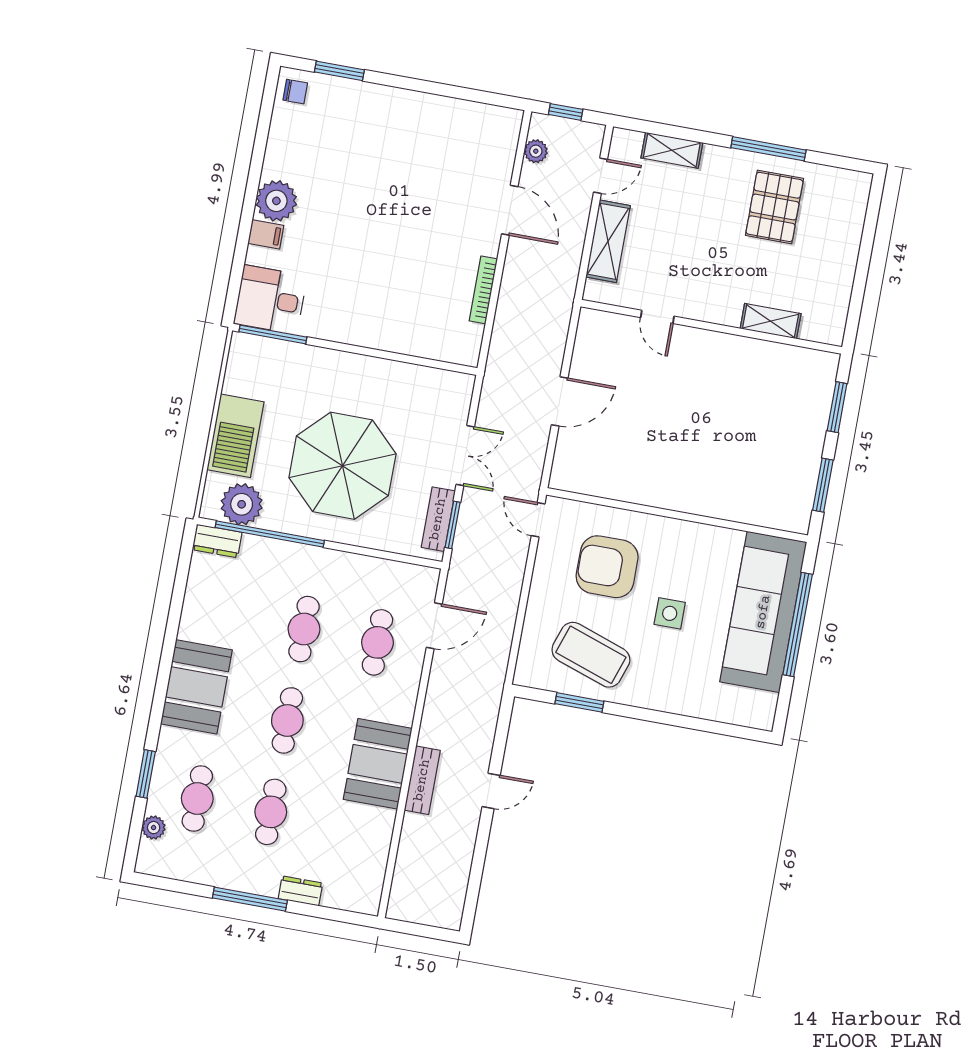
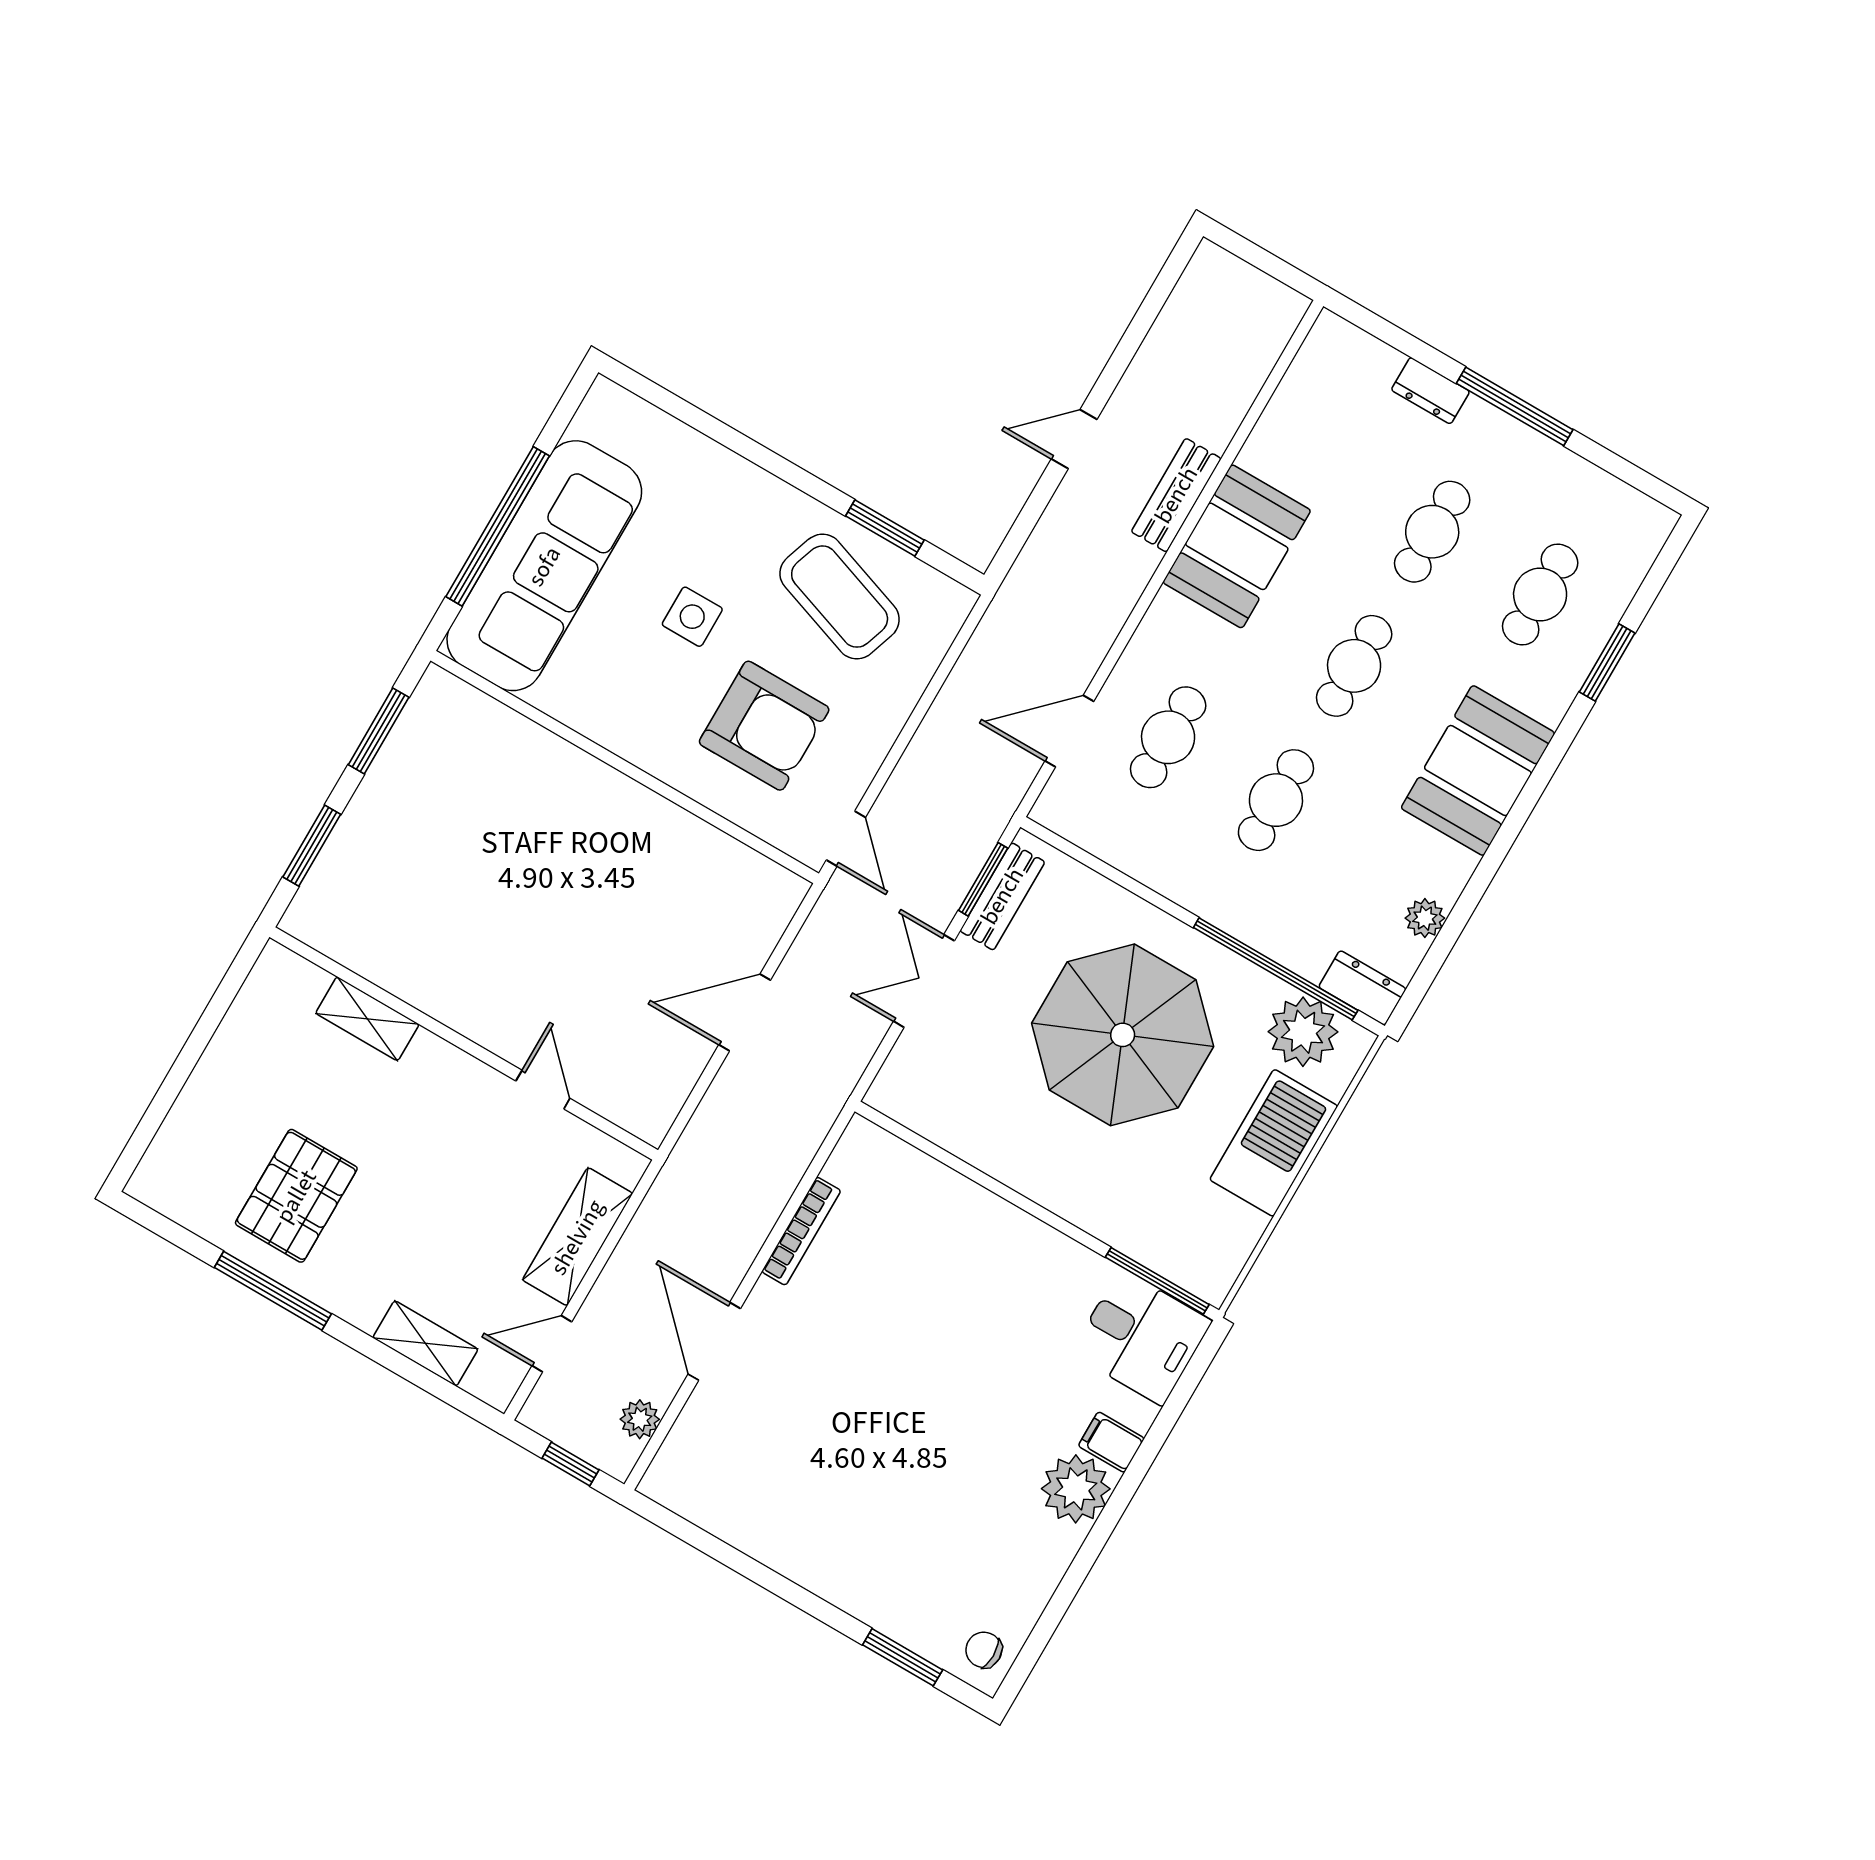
plant: (154, 828) -> (1425, 918), moved

